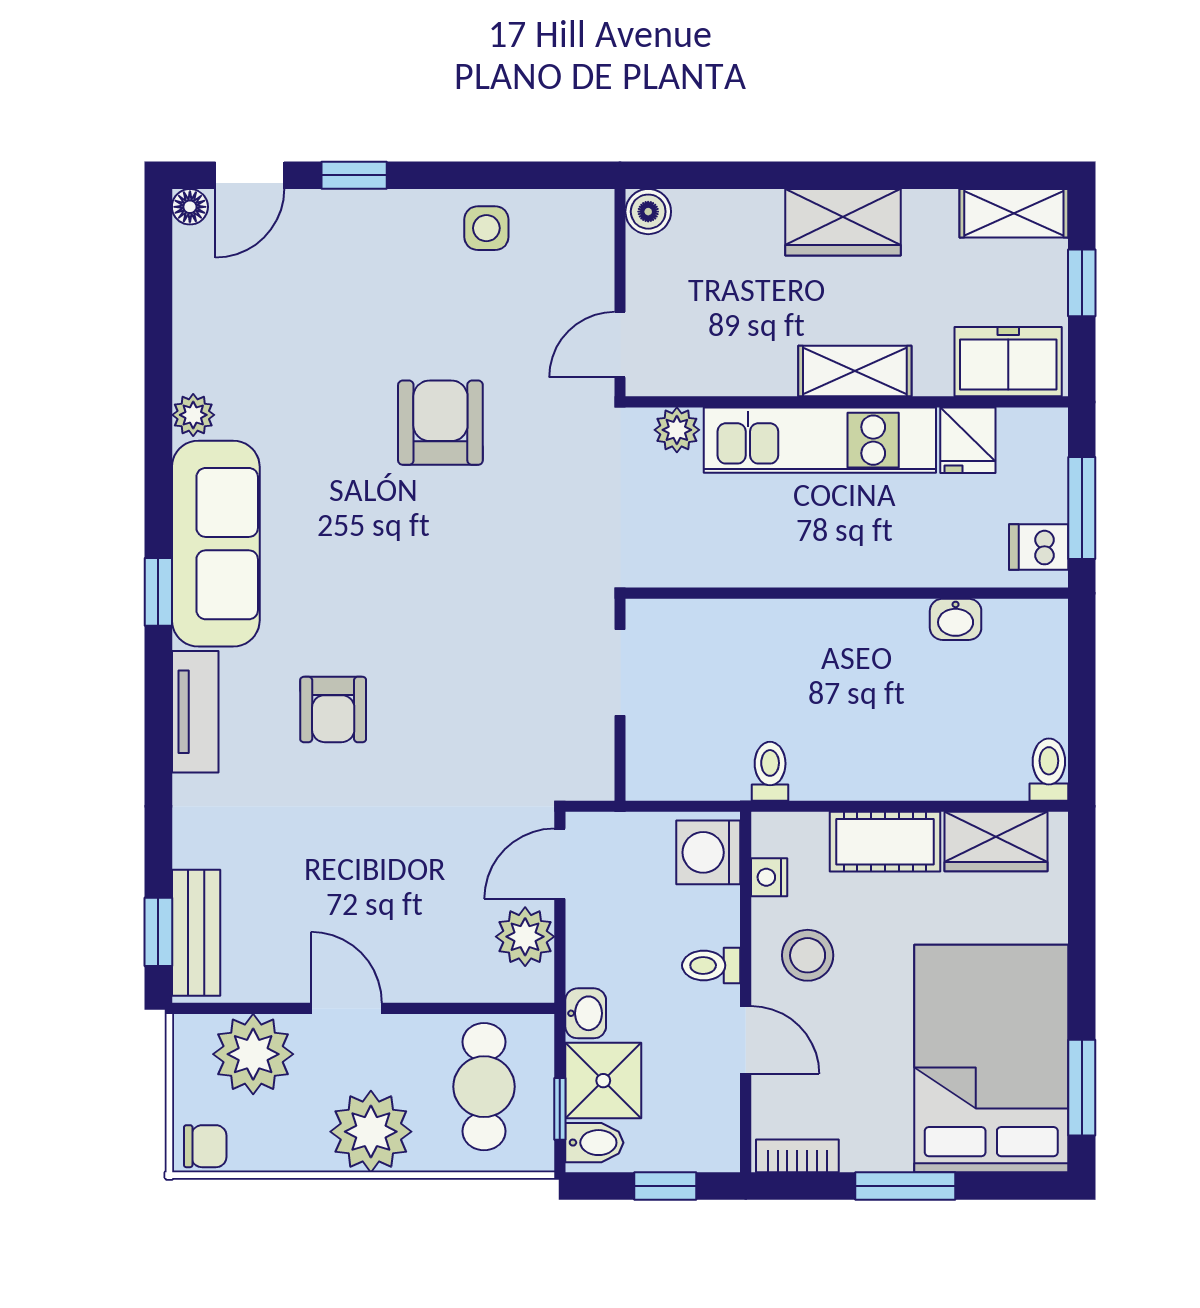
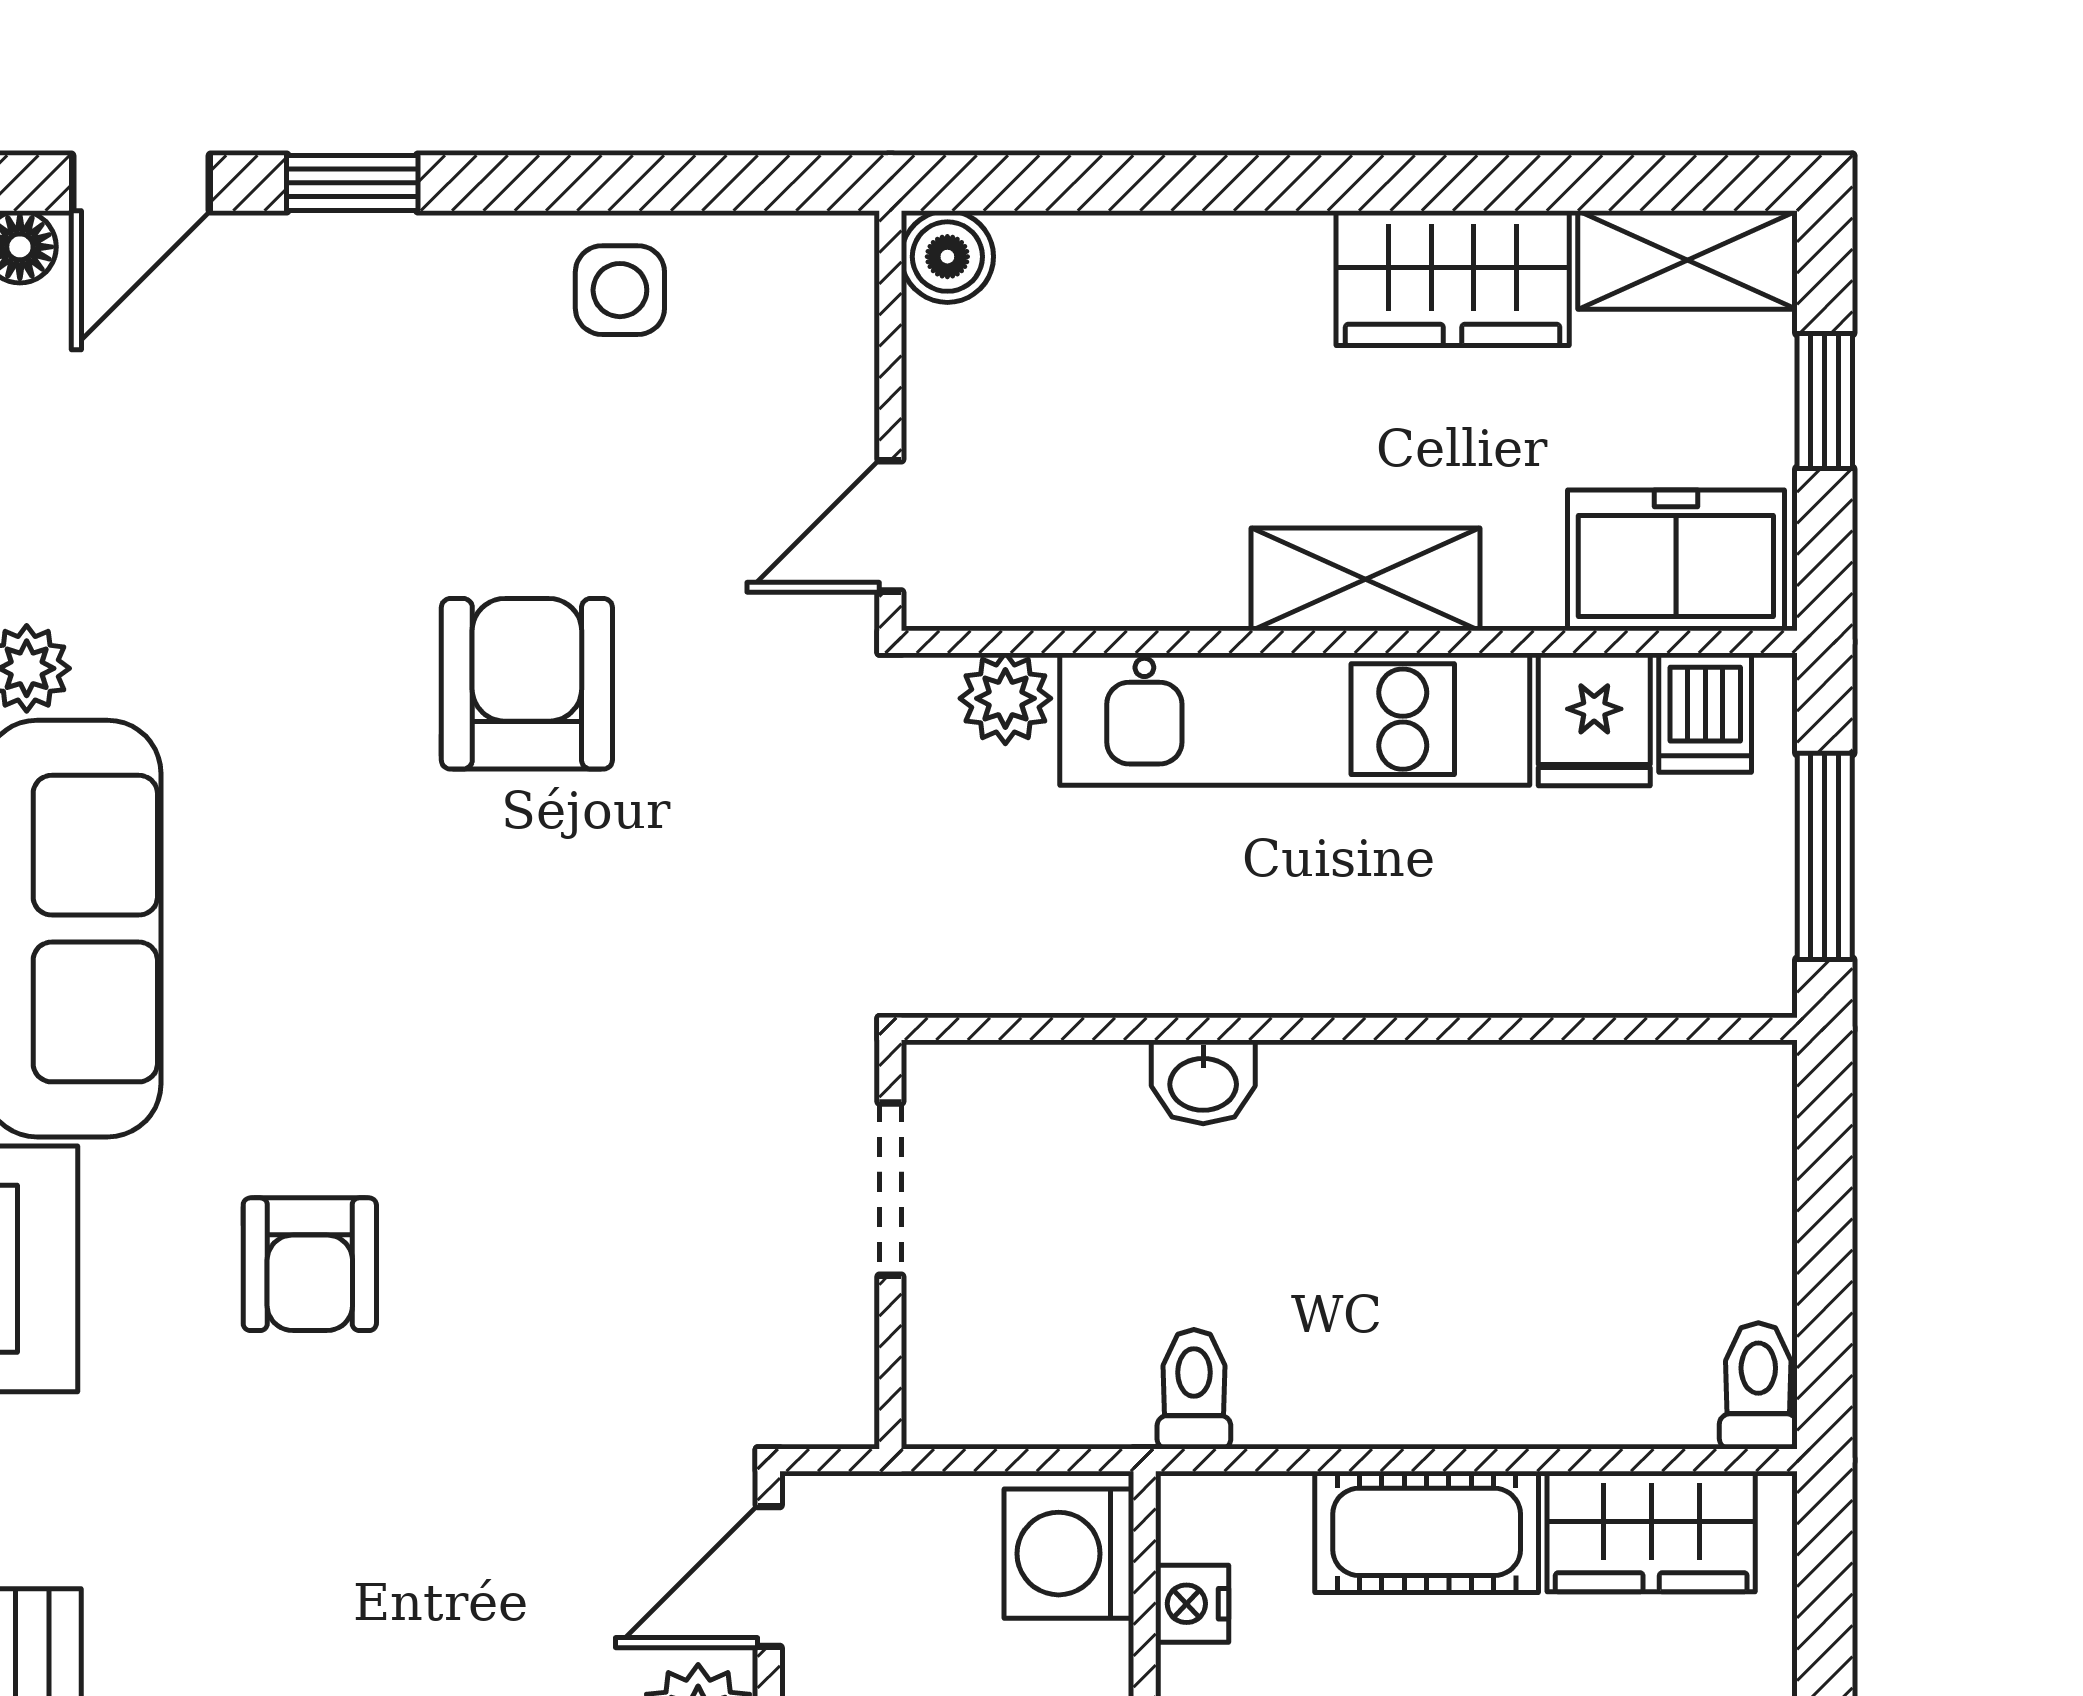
wardrobe: (843, 222) -> (1453, 278), moved
dishwasher: (1039, 547) -> (1705, 713), moved, turned -90
washbasin: (956, 619) -> (1203, 1082), moved

